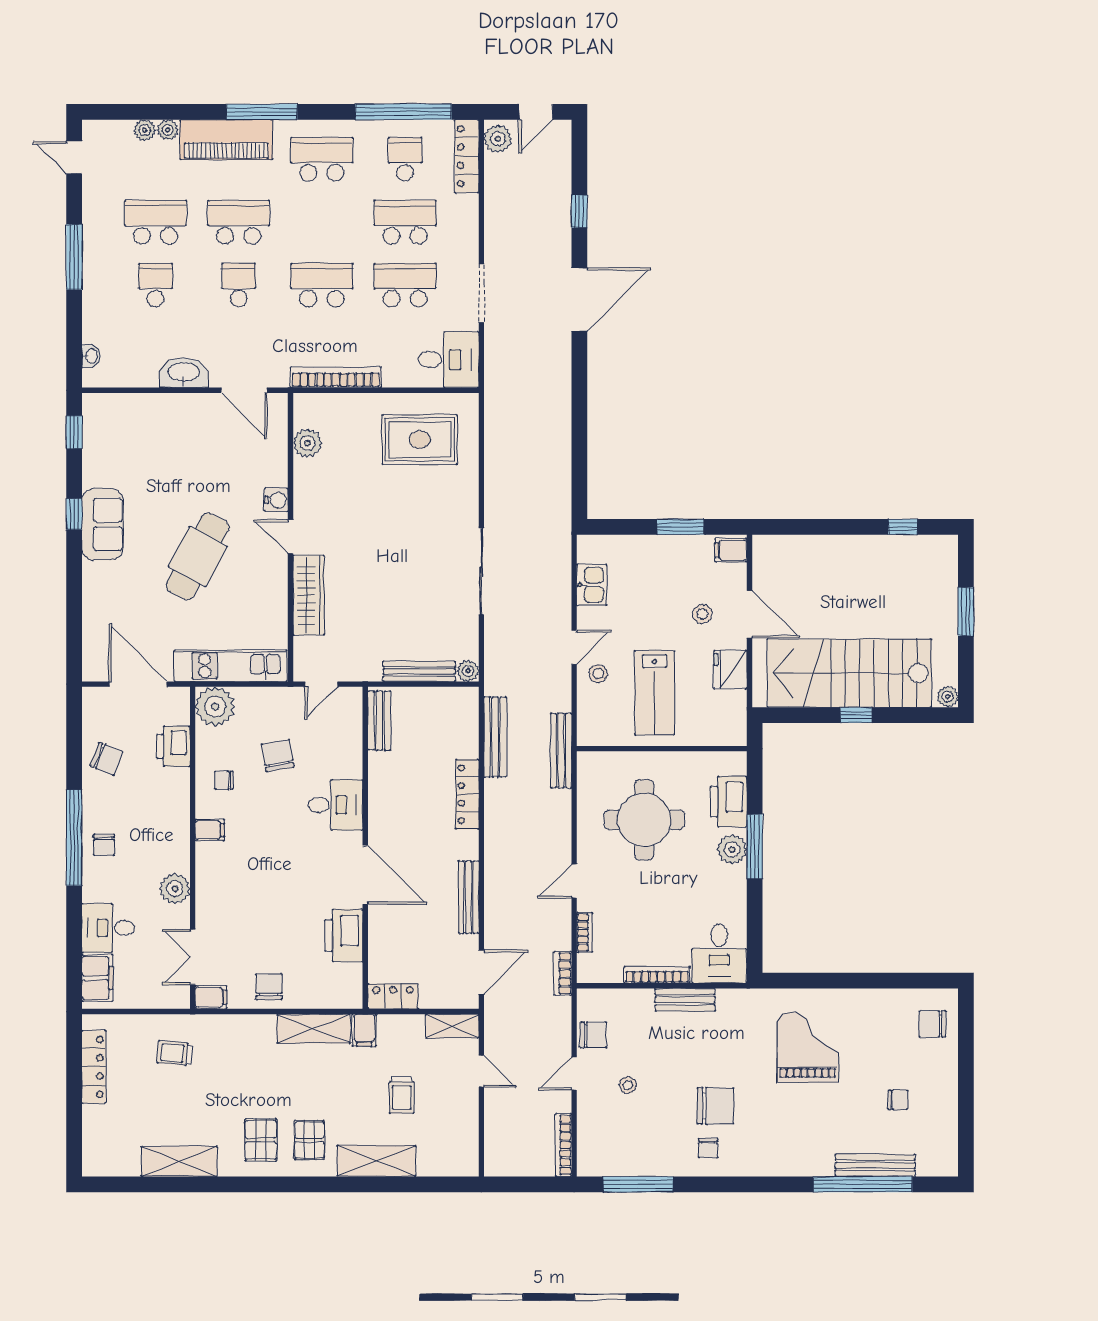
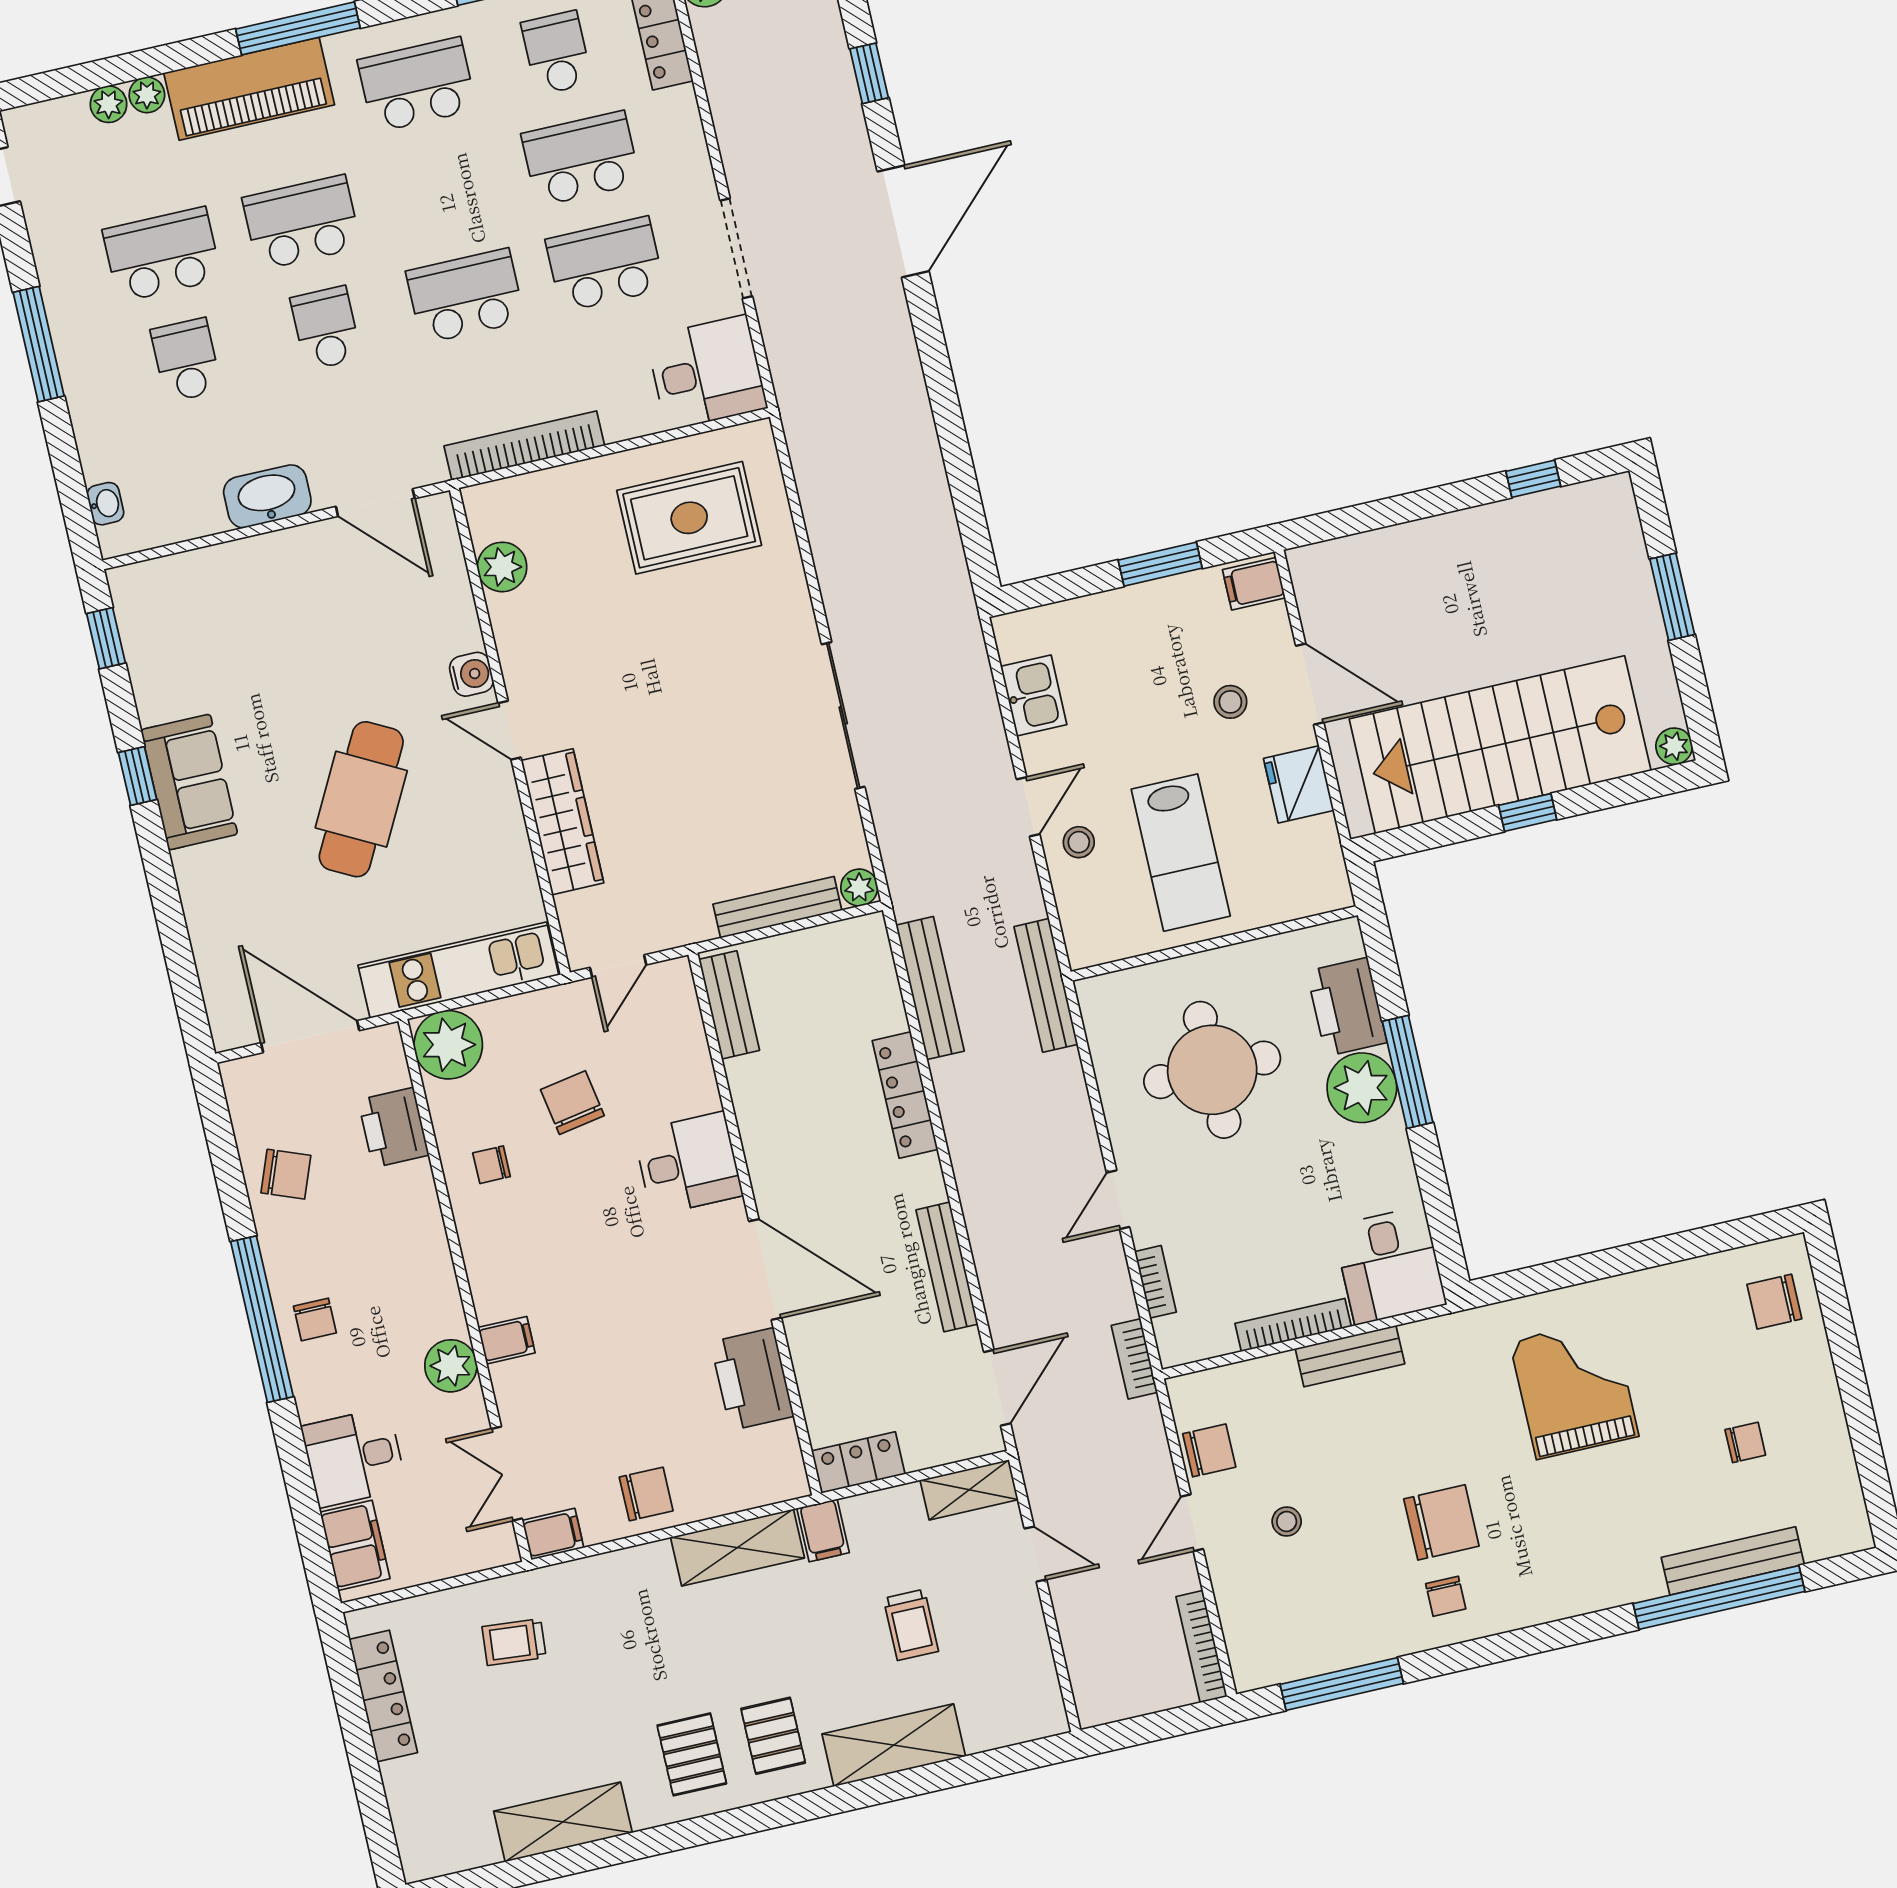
filing cabinet: (210, 830) -> (507, 1340), moved
plant: (732, 849) -> (1362, 1088), width x1.36, depth x1.36
chair: (269, 987) -> (646, 1494), turned 90

